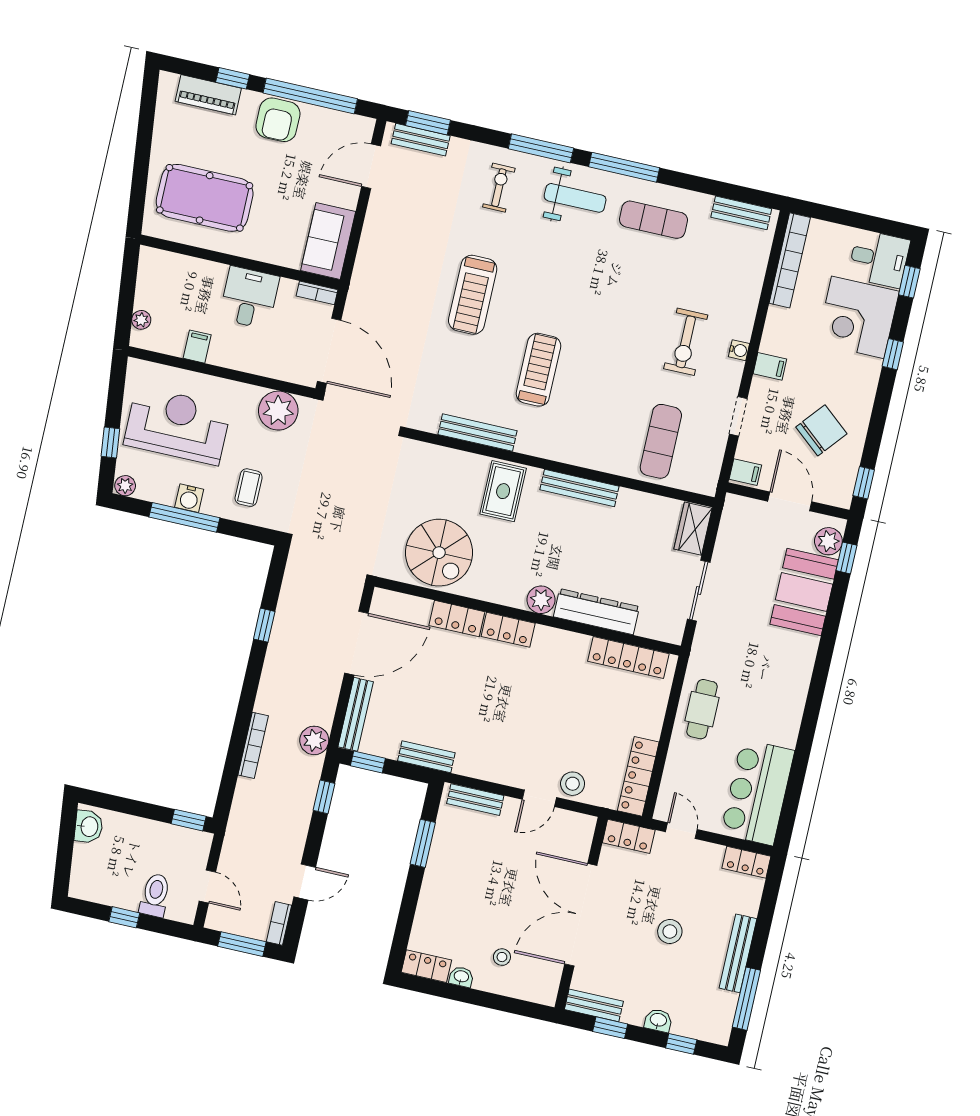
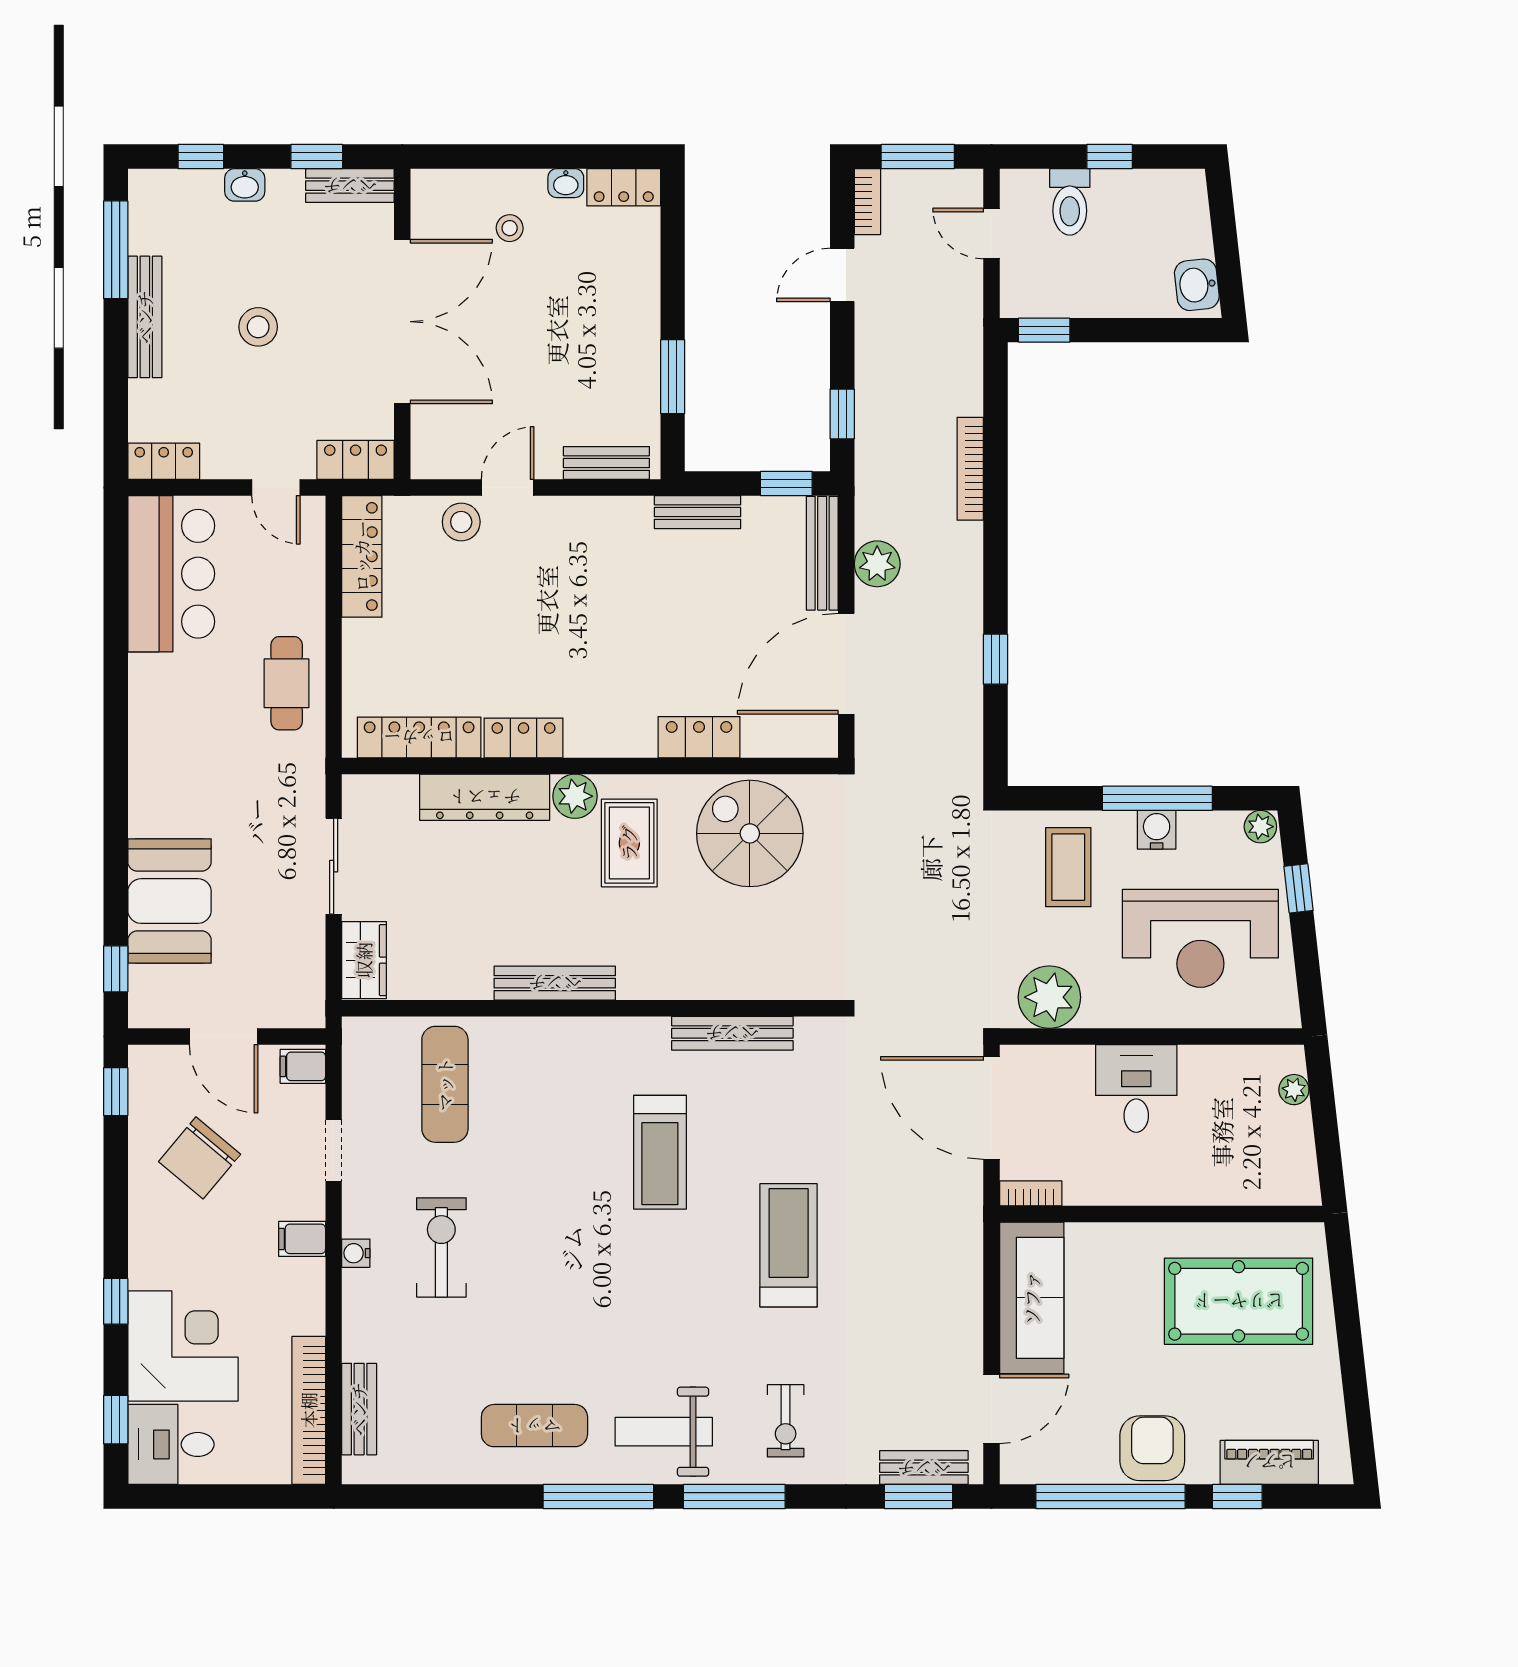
bench: (741, 213) -> (359, 1409), moved, turned 90
sofa: (328, 241) -> (1032, 1298), width x1.36
desk: (249, 298) -> (1136, 1088), moved, turned 180
filing cabinet: (197, 347) -> (1198, 1068), removed
coffee table: (249, 488) -> (1068, 867), width x1.36, depth x1.30
rug: (503, 491) -> (629, 843), moved
plant: (828, 541) -> (150, 988), removed
locker: (508, 630) -> (524, 738), moved
plant: (314, 740) -> (877, 564), moved

